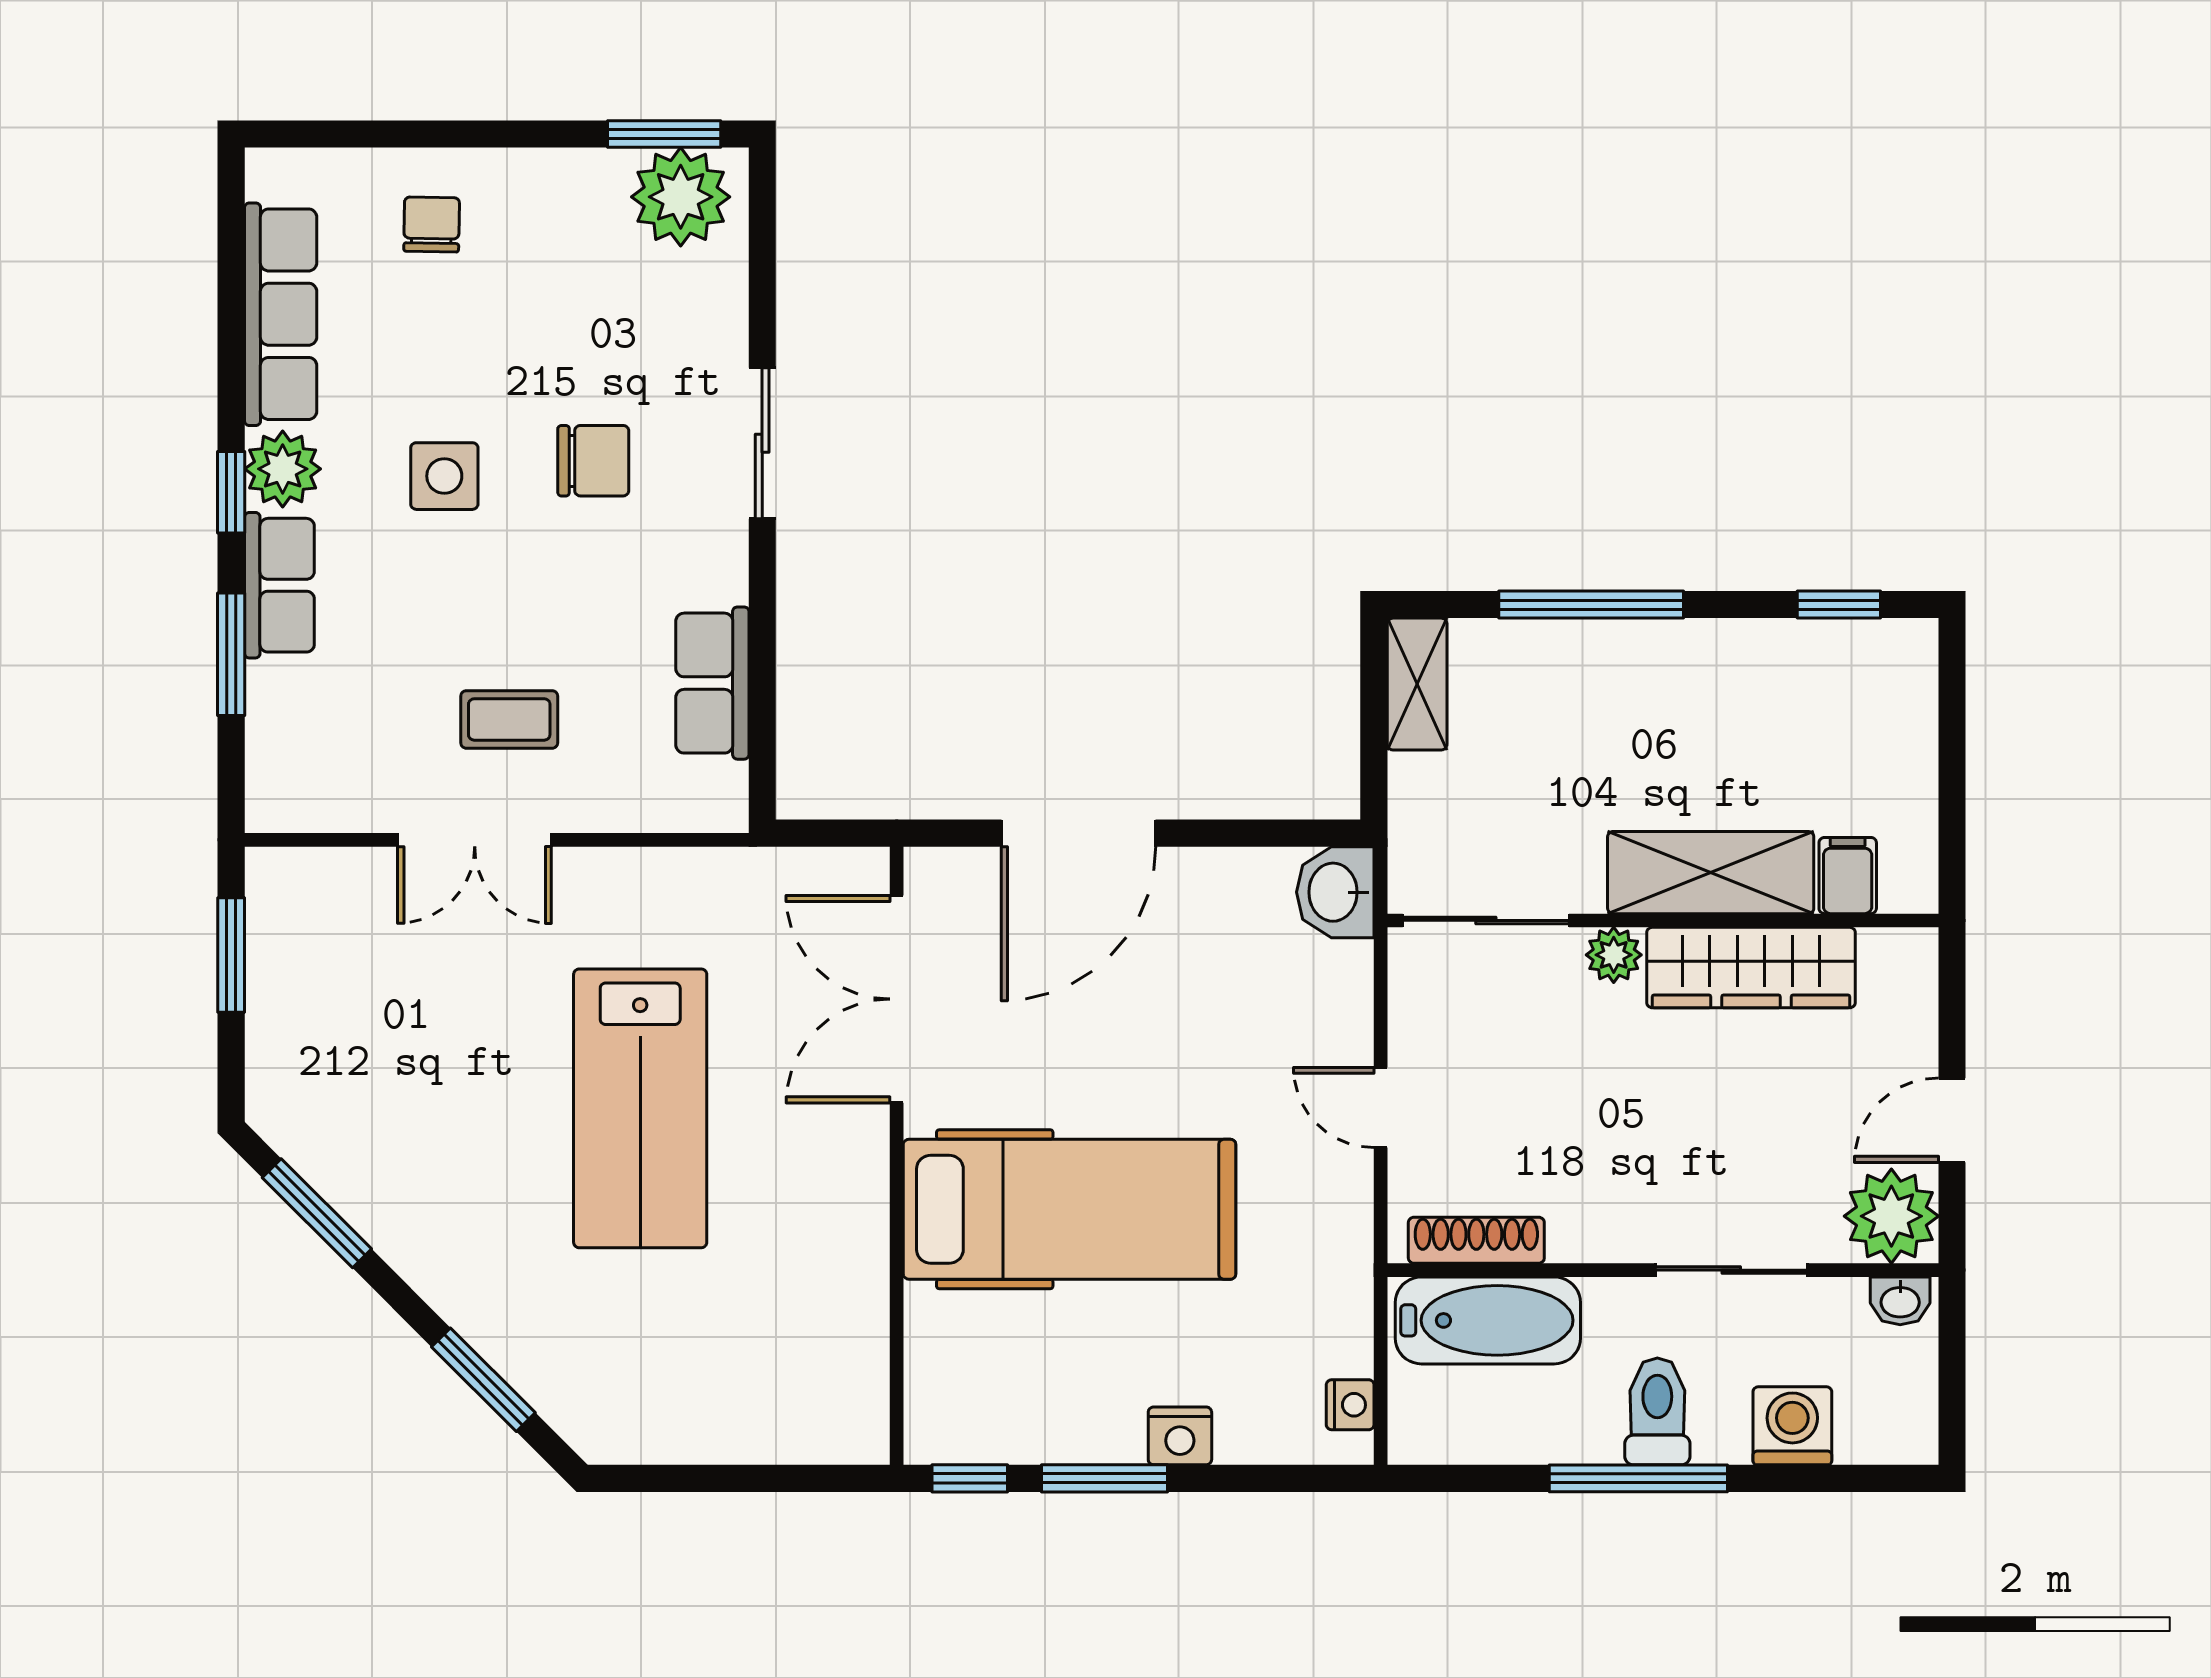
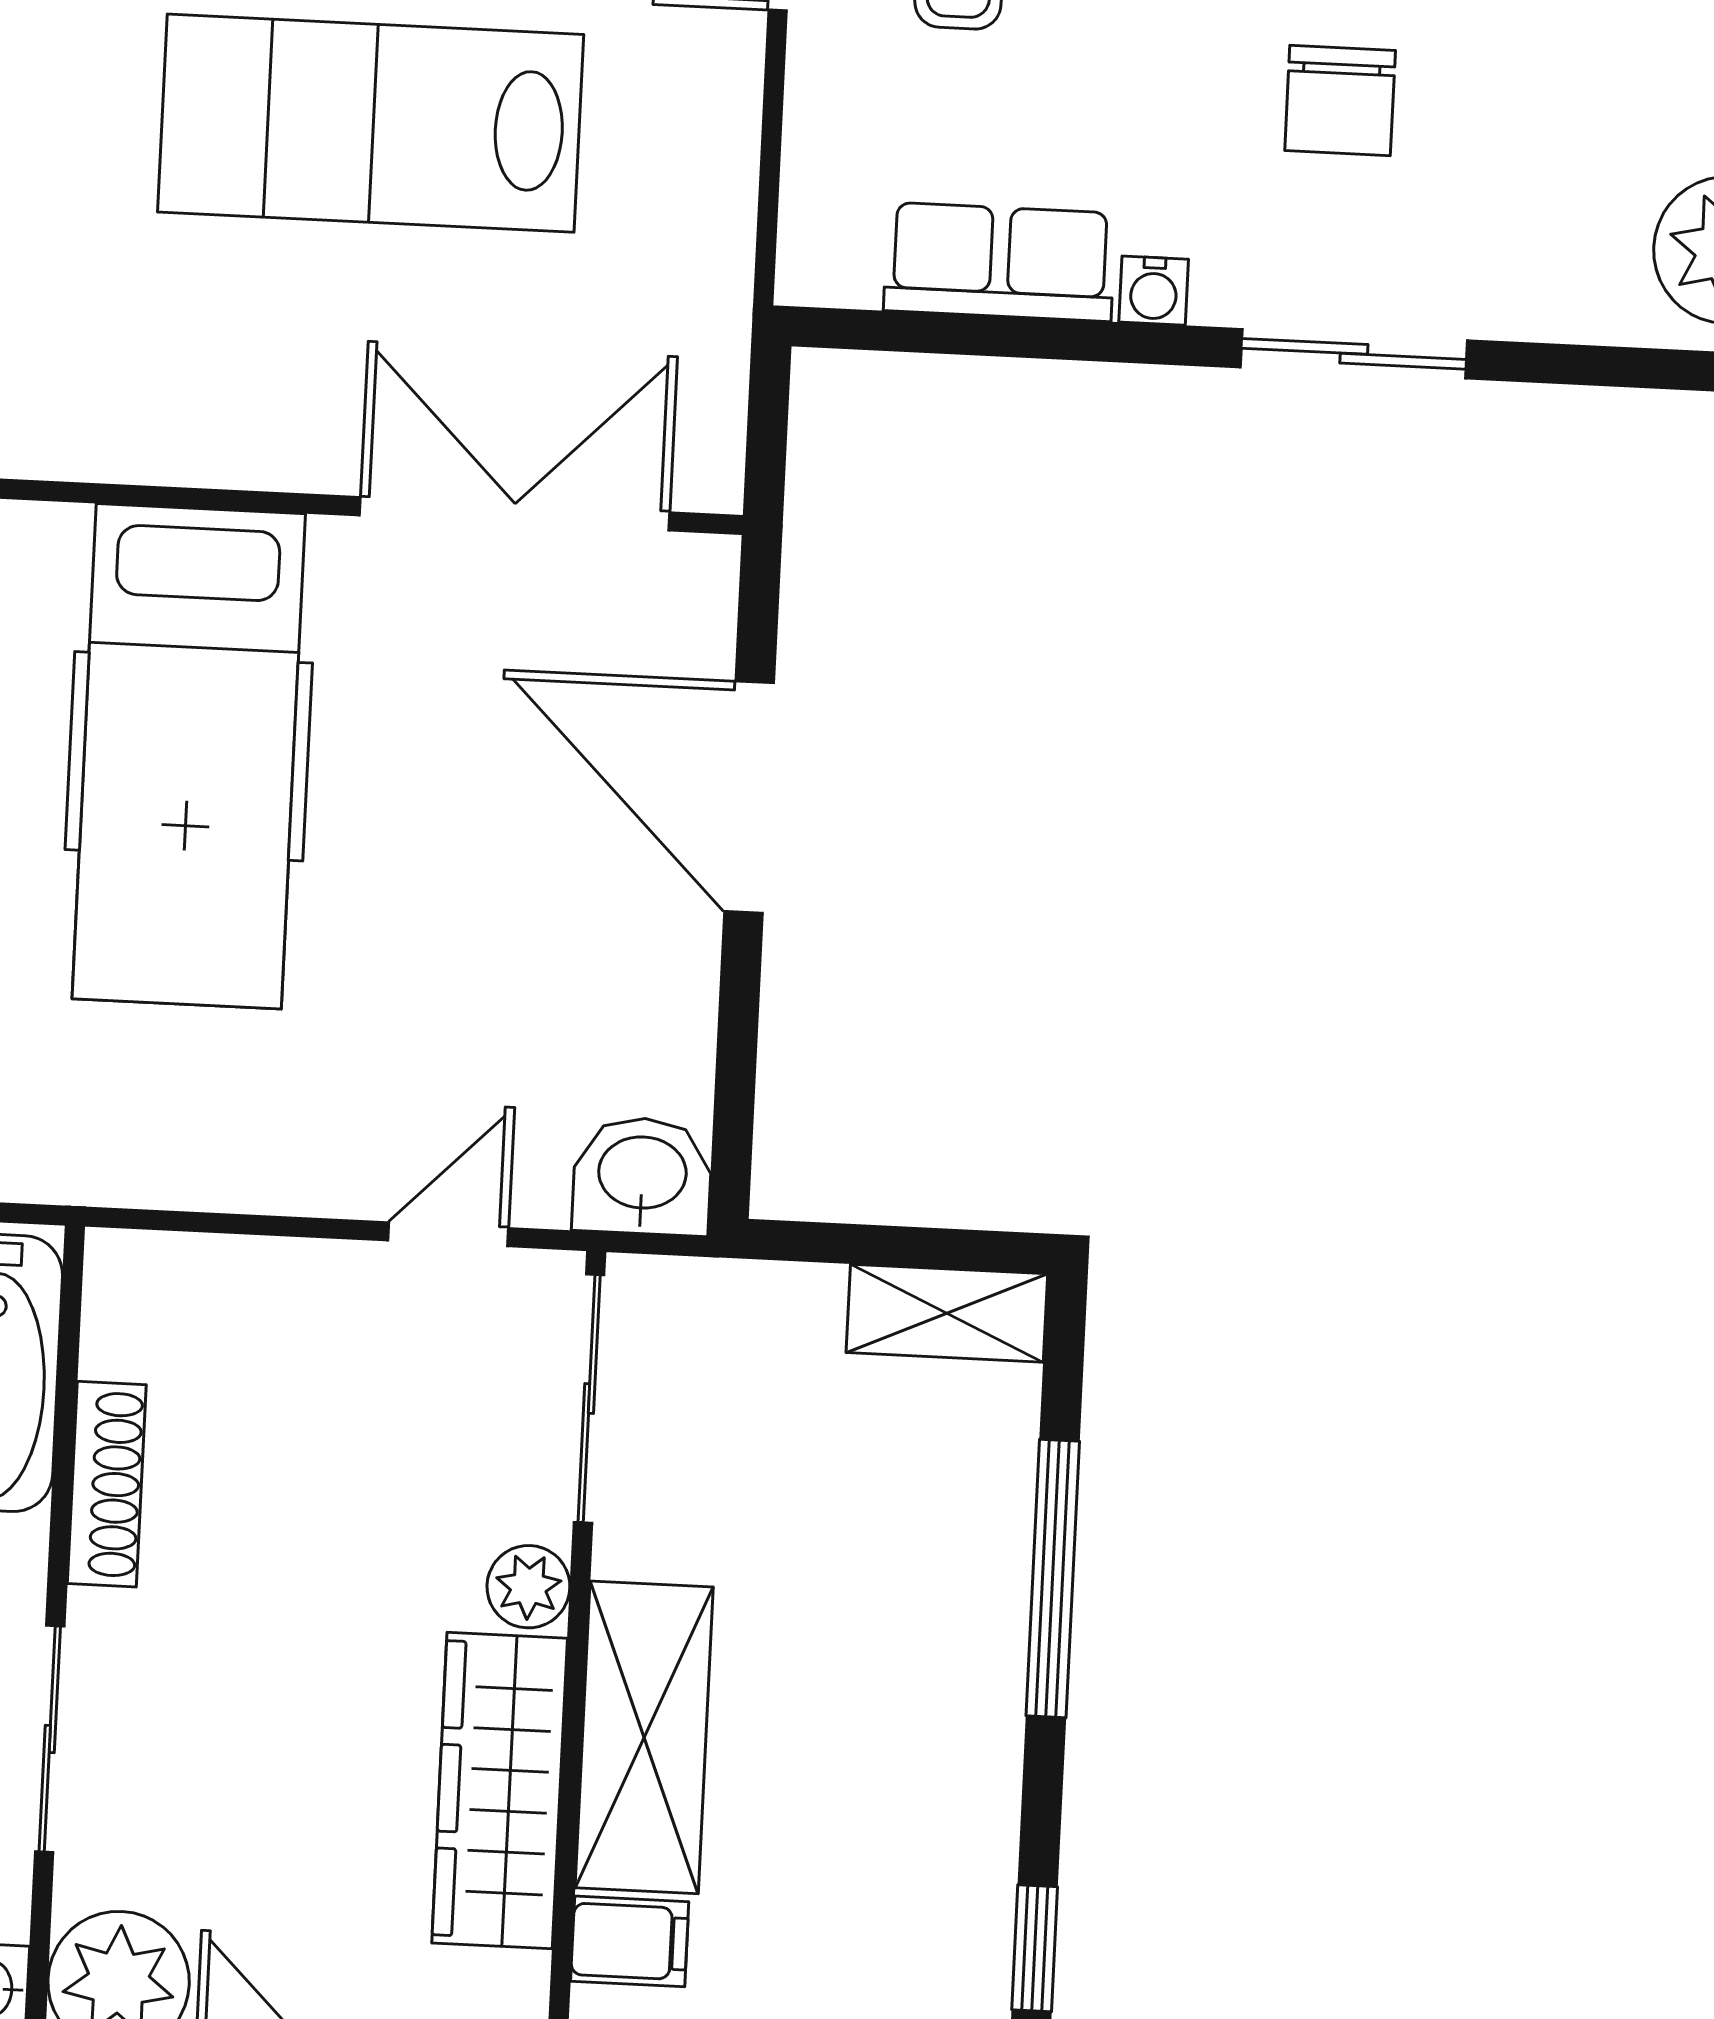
water cooler: (727, 579) -> (1154, 291), added
door: (1381, 1108) -> (448, 1234), moved
shoe rack: (1476, 1240) -> (107, 1484), moved

